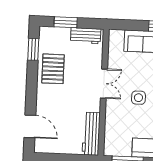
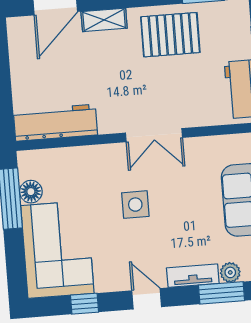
shelving: (41, 102) -> (104, 20), added
floor lamp: (125, 151) -> (31, 192), added

